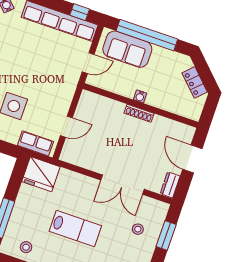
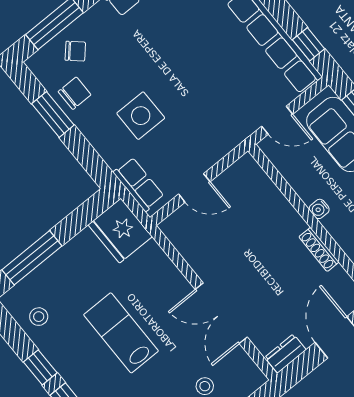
shoe rack: (139, 113) -> (319, 249), moved
lab bench: (75, 229) -> (121, 333), turned 180

